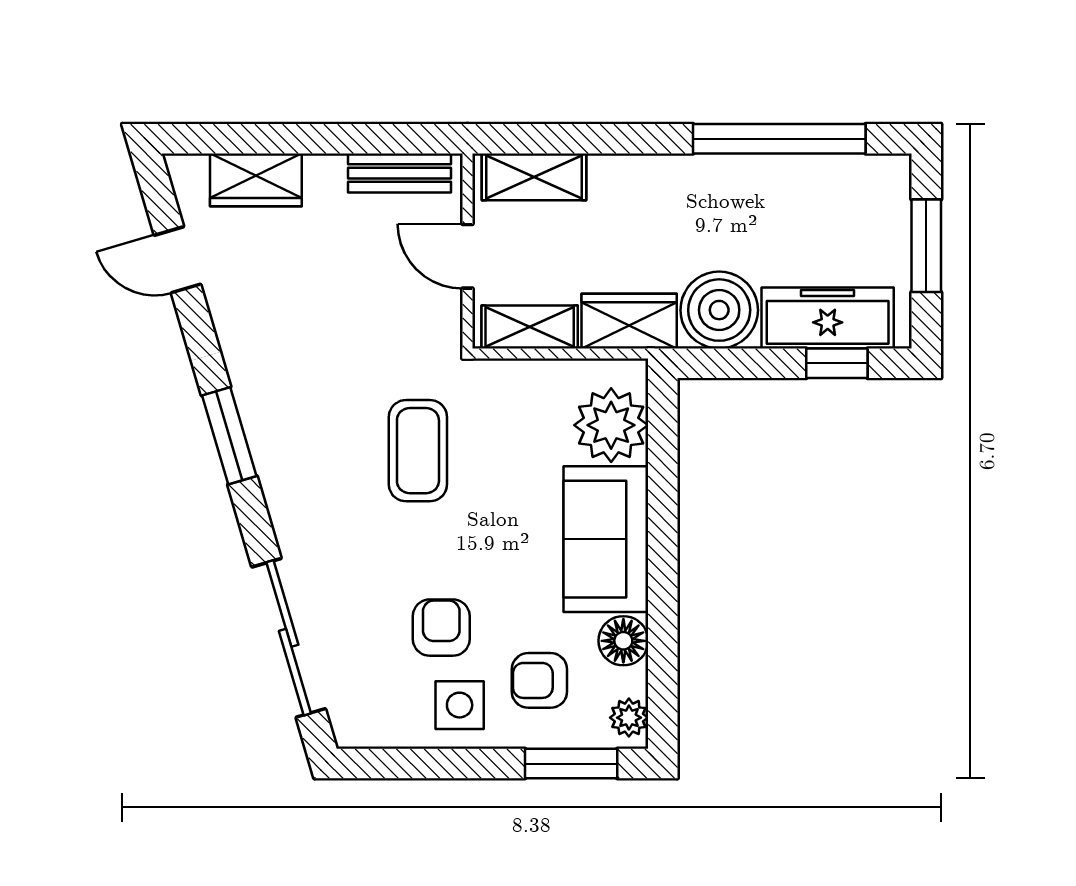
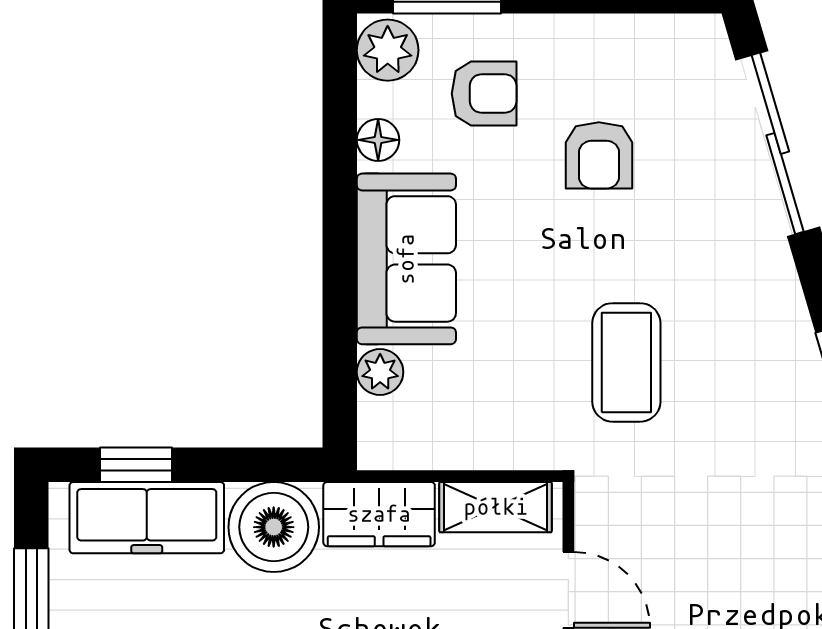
plant: (611, 425) -> (380, 372), width x0.53, depth x0.53
floor lamp: (623, 641) -> (378, 140), width x0.73, depth x0.73
side table: (460, 705) -> (578, 65), removed
plant: (629, 718) -> (388, 50), width x1.38, depth x1.38

